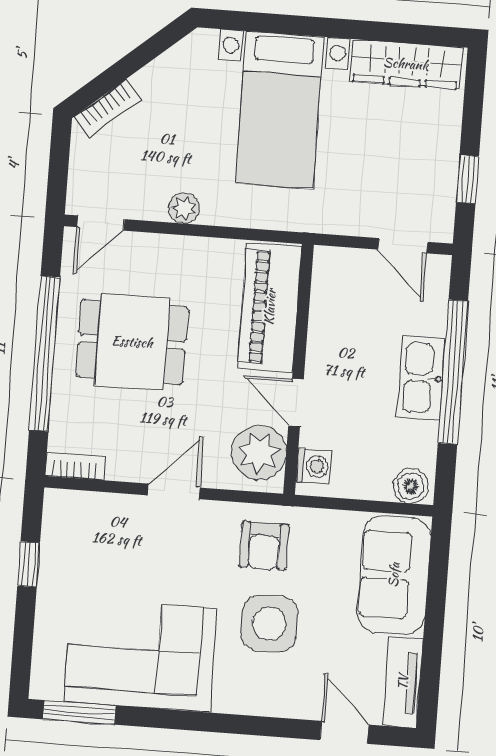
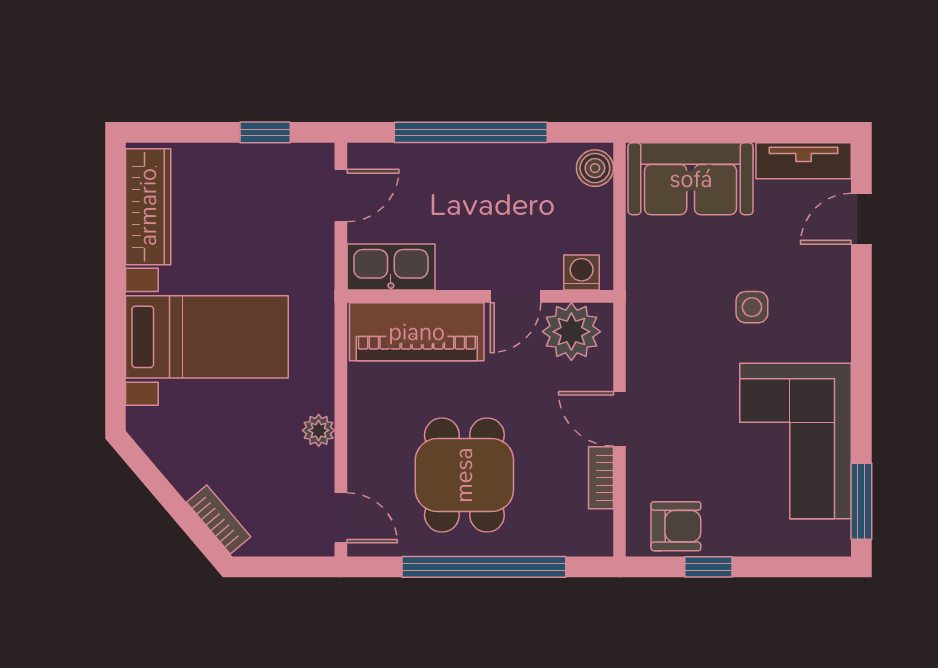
kitchen sink: (421, 378) -> (391, 267), moved, turned 180
bookcase: (75, 466) -> (601, 478), moved
armchair: (264, 546) -> (676, 526), moved
side table: (269, 624) -> (752, 307), width x0.54, depth x0.54

